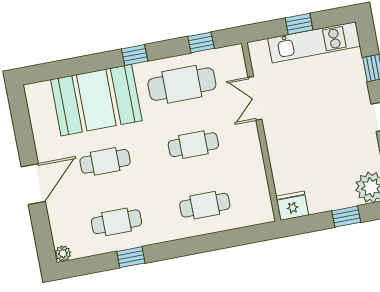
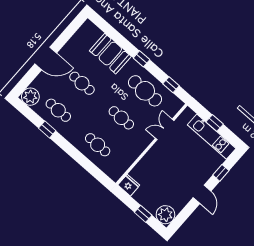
booth: (96, 100) -> (110, 54), width x0.73, depth x0.70
plant: (63, 253) -> (30, 97), width x1.88, depth x1.88

